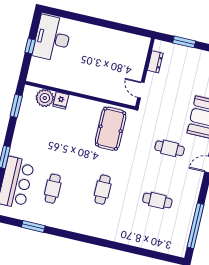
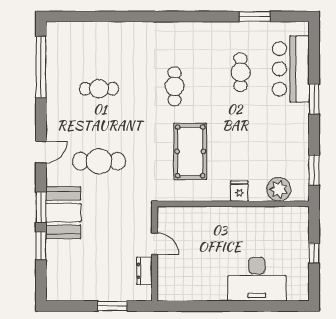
desk: (52, 38) -> (257, 279), moved, turned 90
door: (141, 90) -> (155, 244), moved
fridge: (61, 100) -> (239, 191), moved
pool table: (111, 129) -> (190, 151), moved
cafe table: (170, 148) -> (99, 161), width x1.37, depth x1.35

